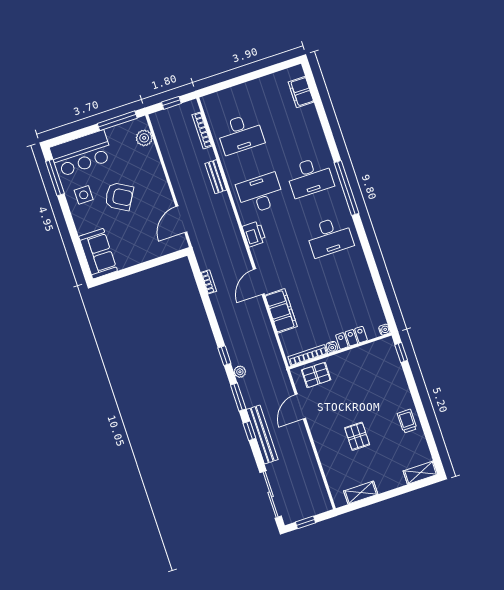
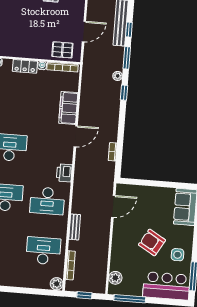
plant: (209, 102) -> (57, 284), added

